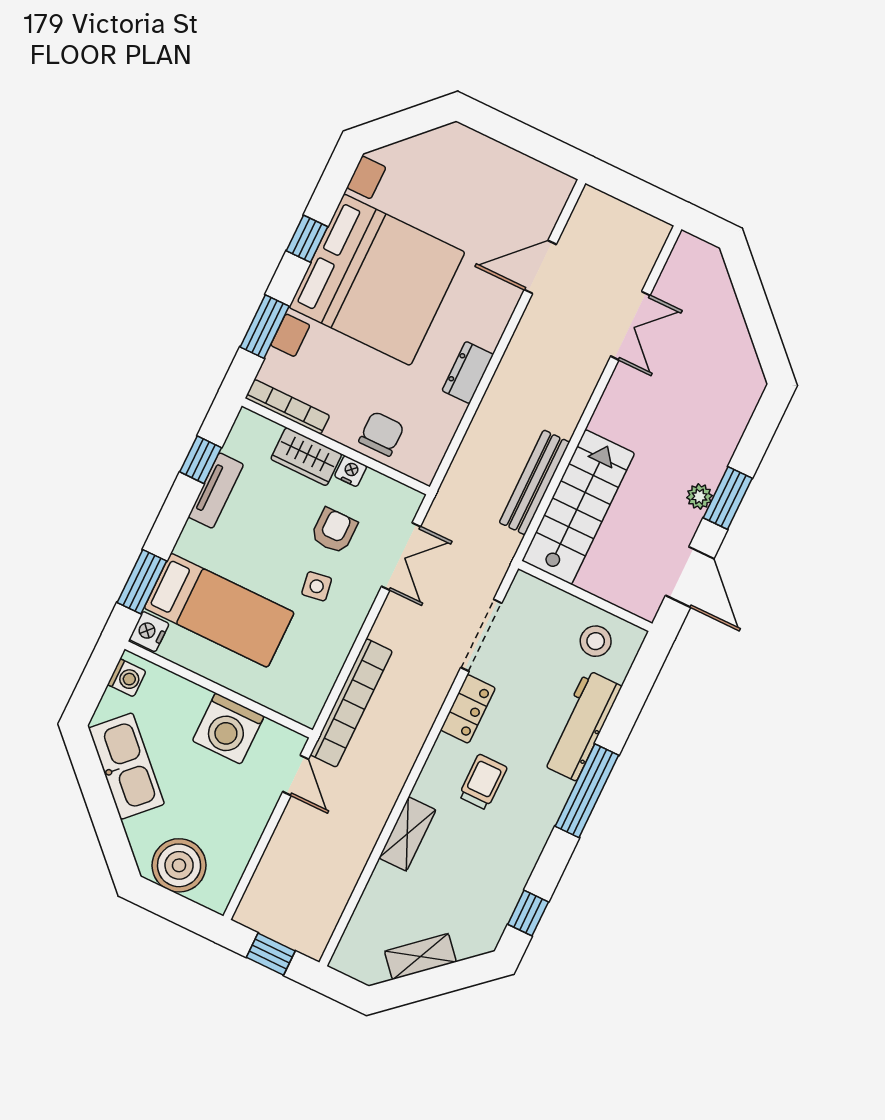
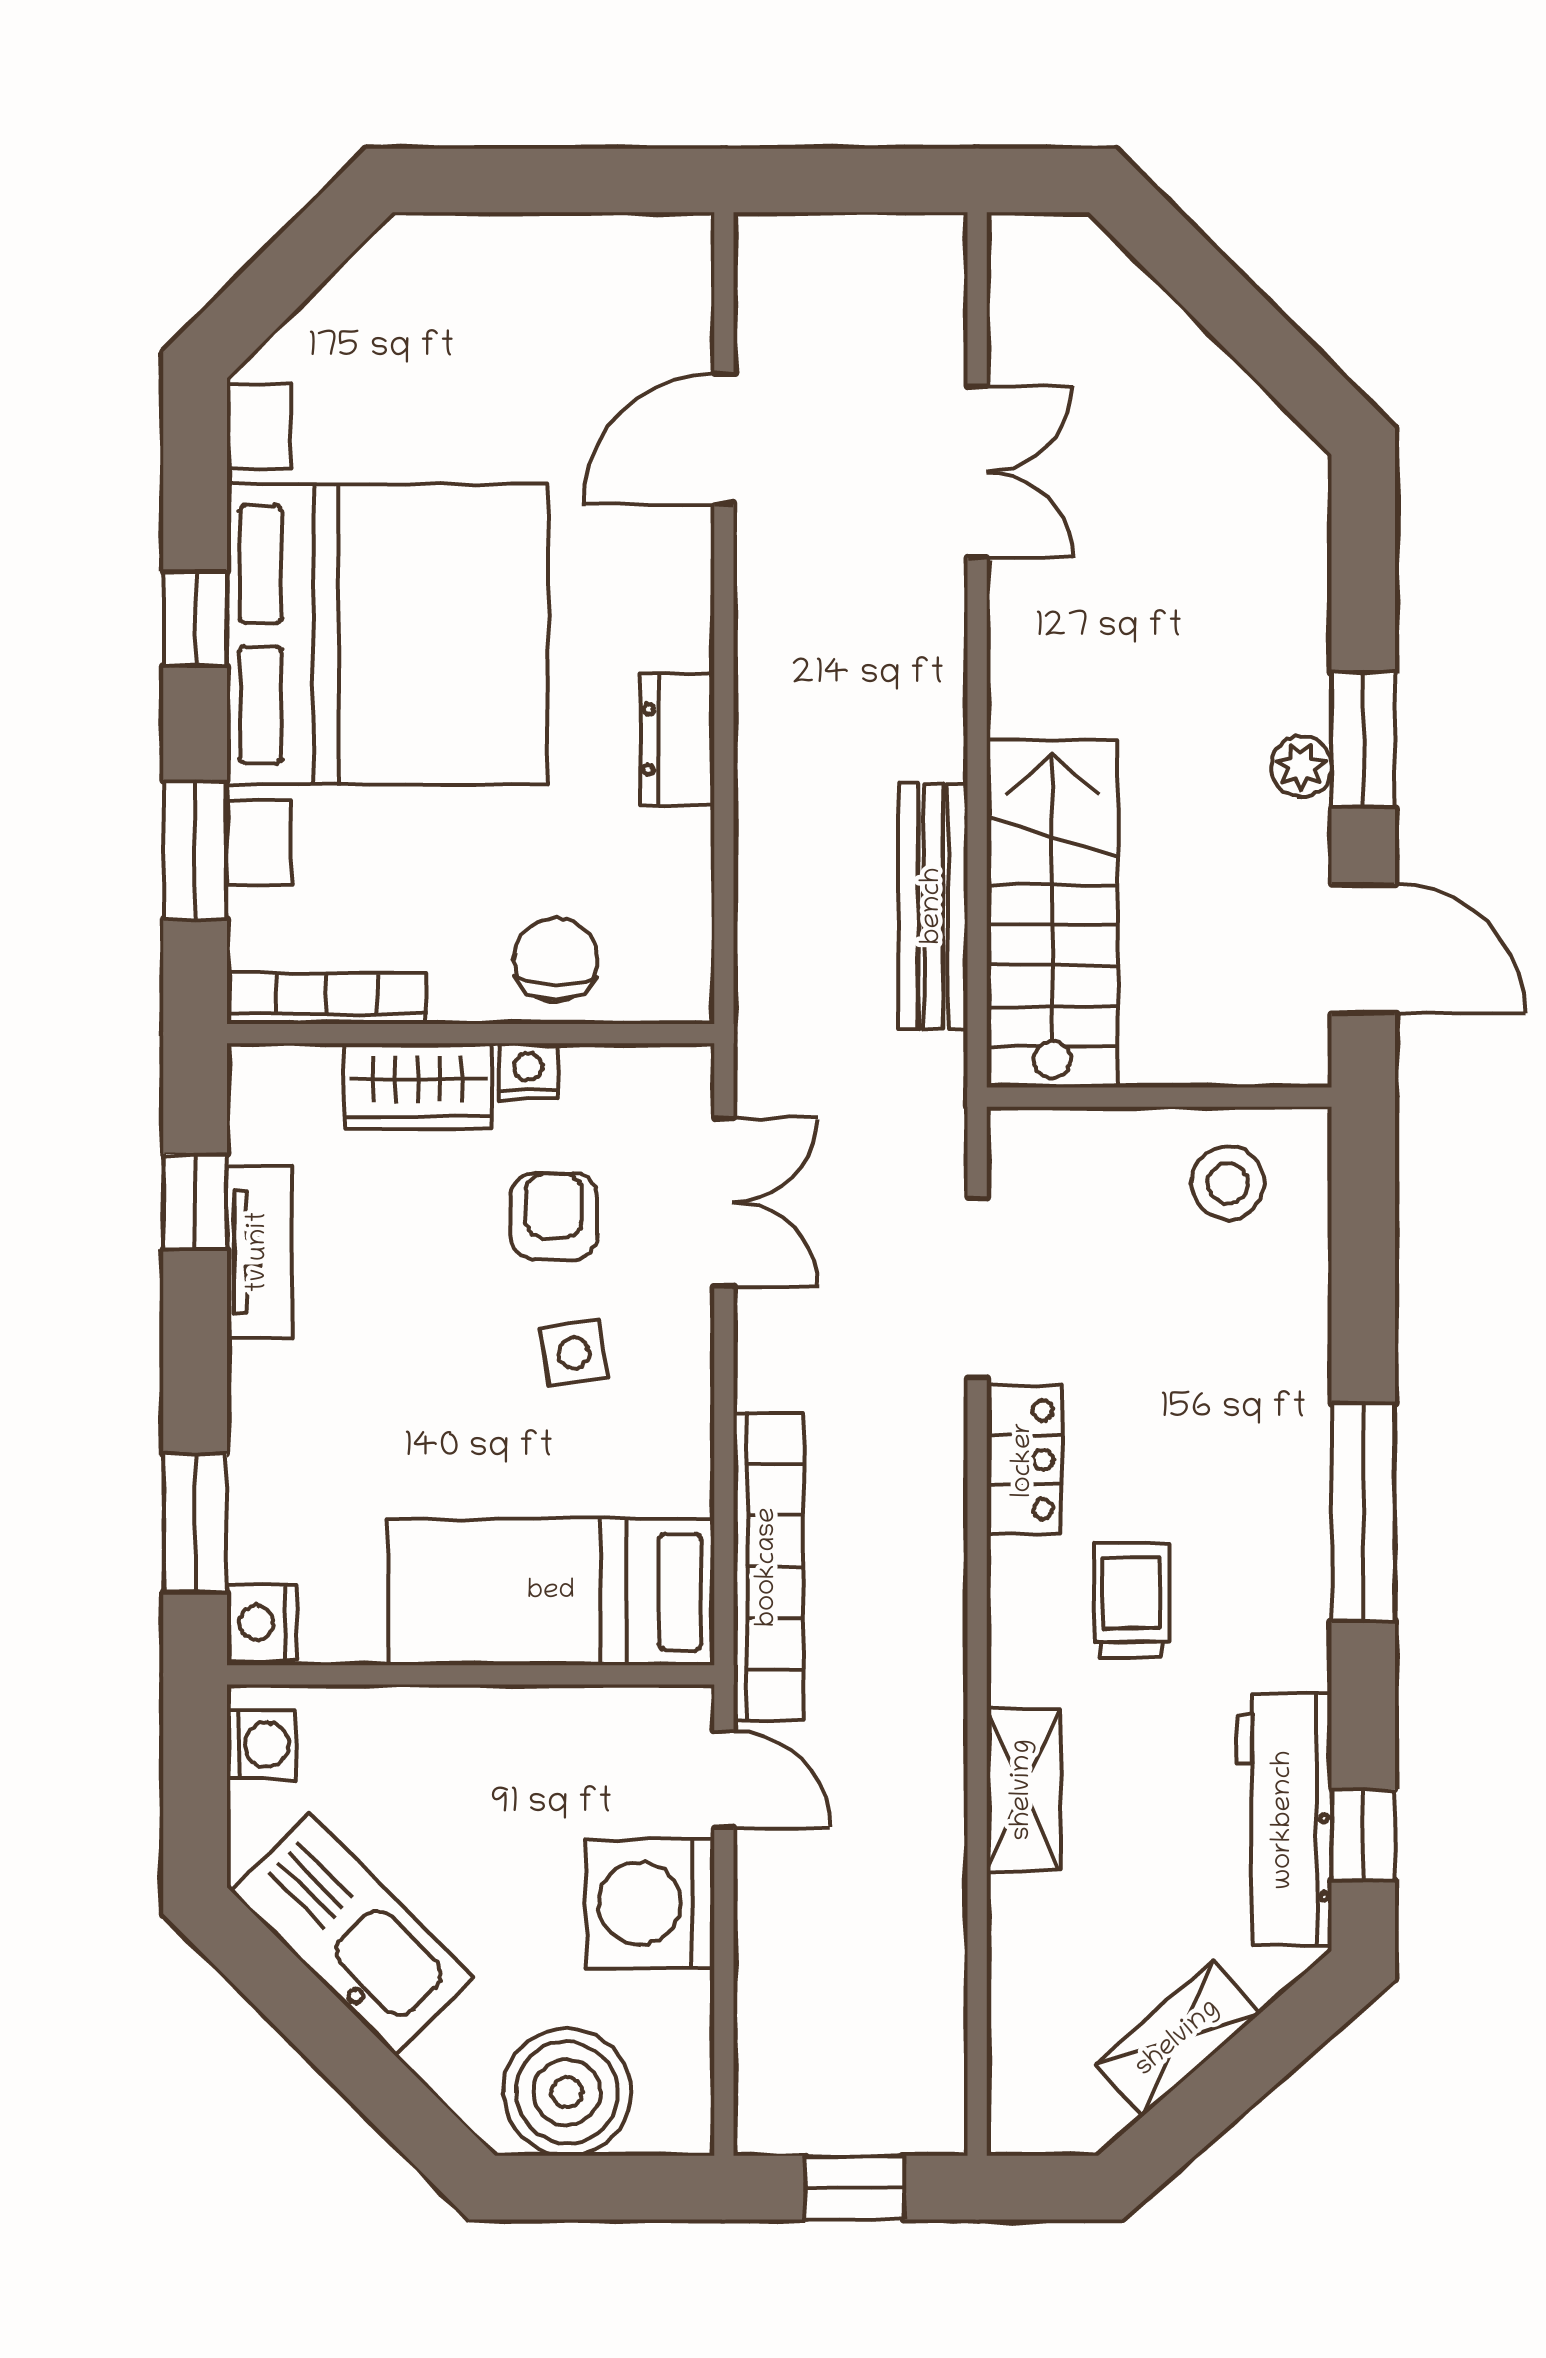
bed: (219, 610) -> (551, 1592), moved, turned 180
workbench: (581, 725) -> (1284, 1820), moved
washing machine: (228, 729) -> (650, 1903), moved, turned 90

